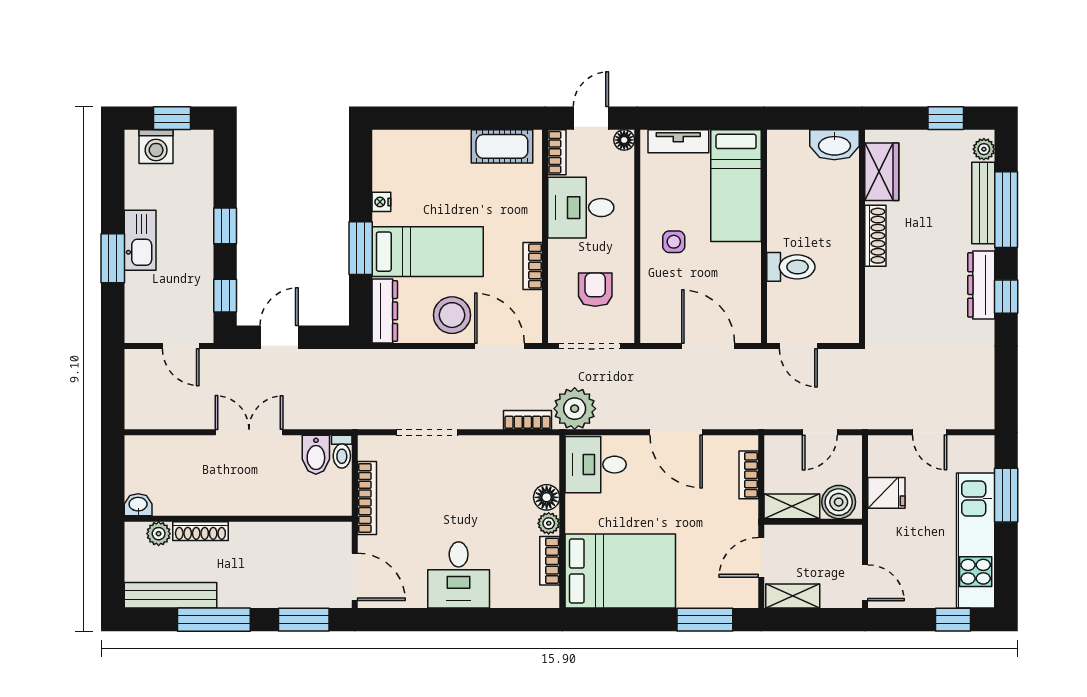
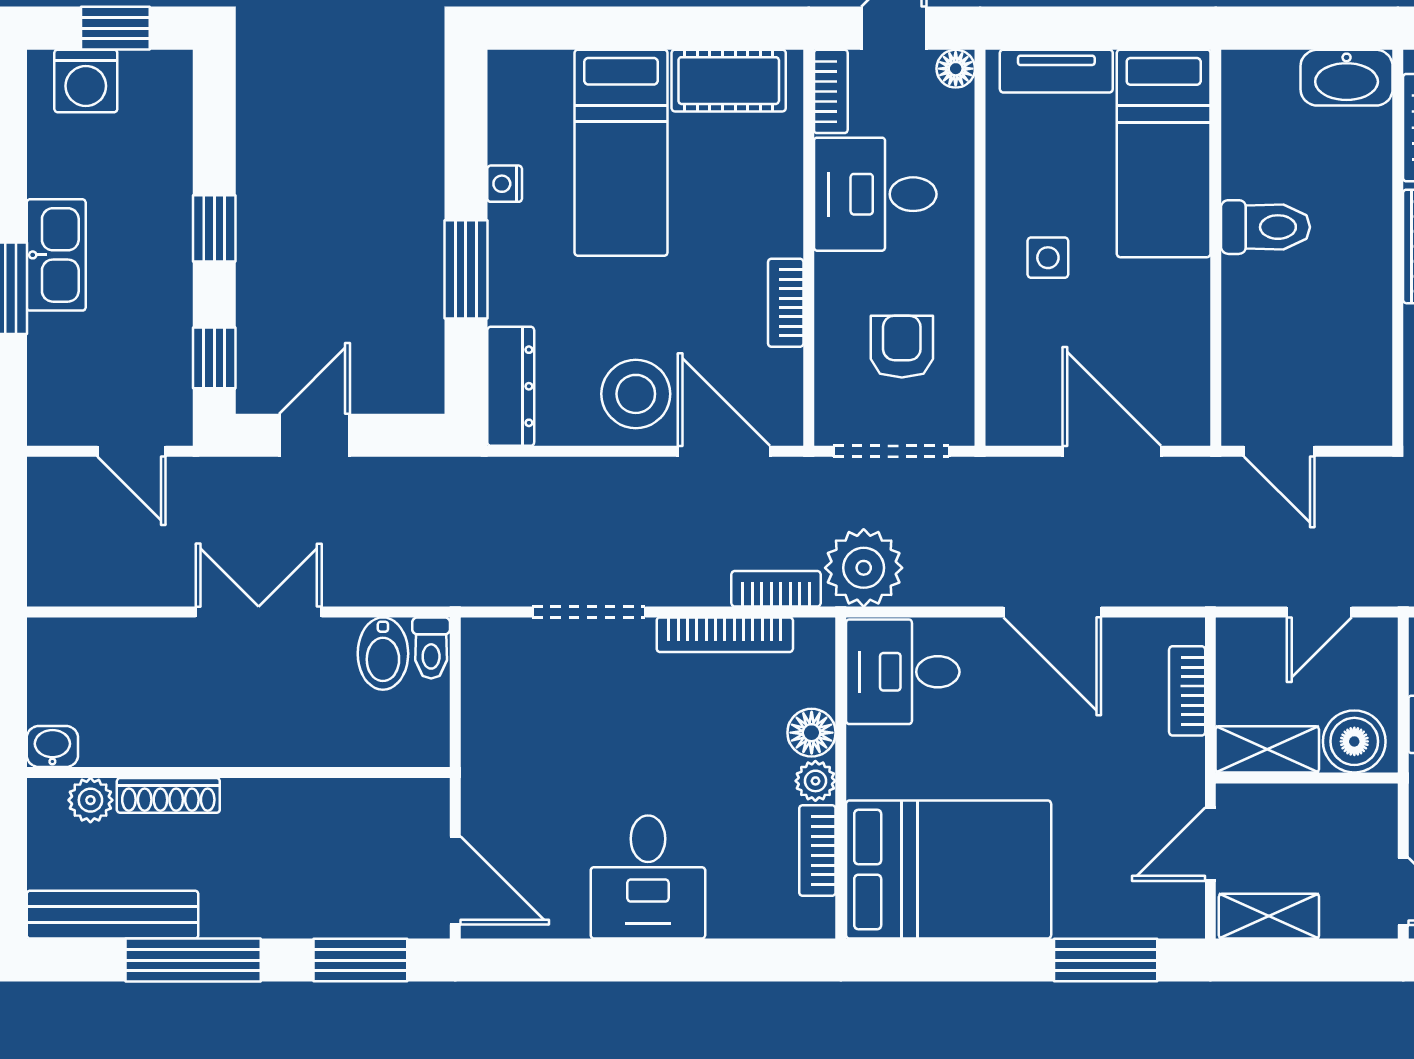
bed: (428, 252) -> (621, 153), moved, turned 90
toilet: (791, 267) -> (1266, 227), moved
bookcase: (367, 498) -> (725, 635), moved, turned 90

